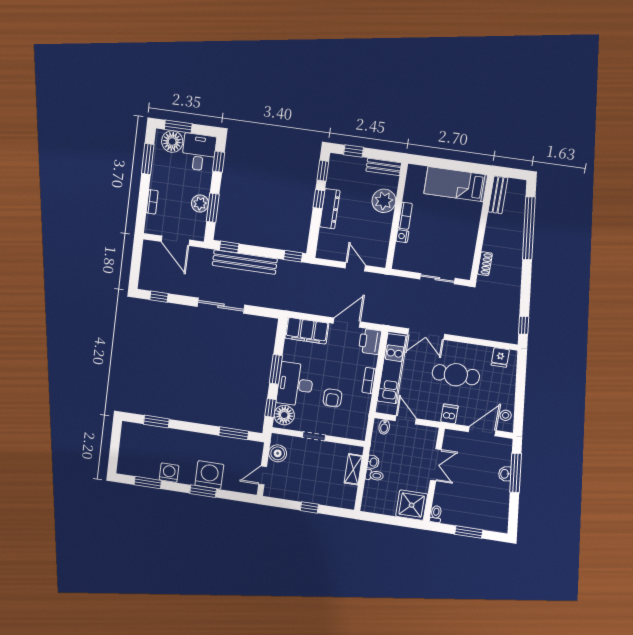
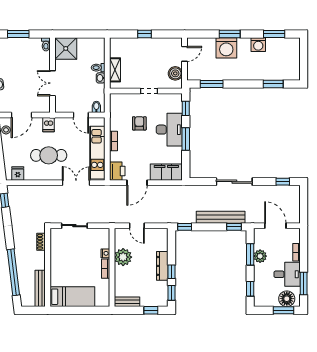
desk: (199, 152) -> (287, 274), moved, turned -90
bench: (498, 195) -> (40, 288), width x1.36
plant: (384, 201) -> (123, 257), moved
floor lamp: (284, 415) -> (174, 104), removed

